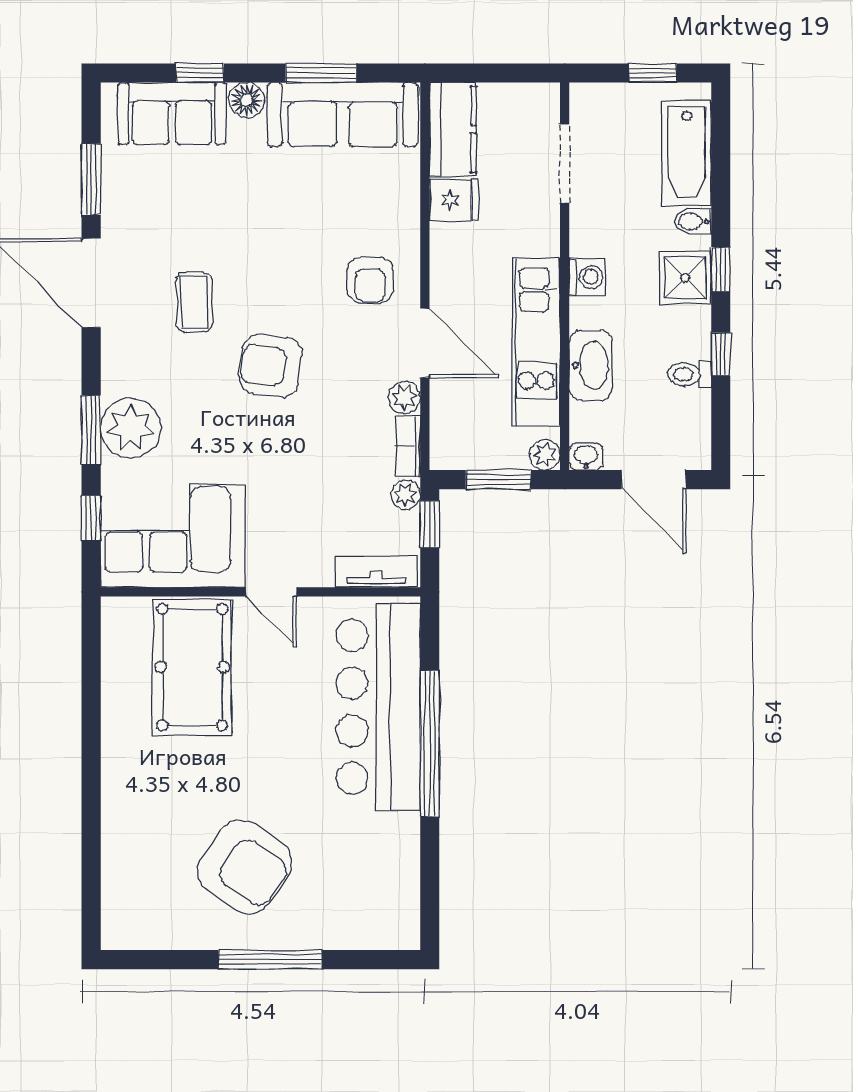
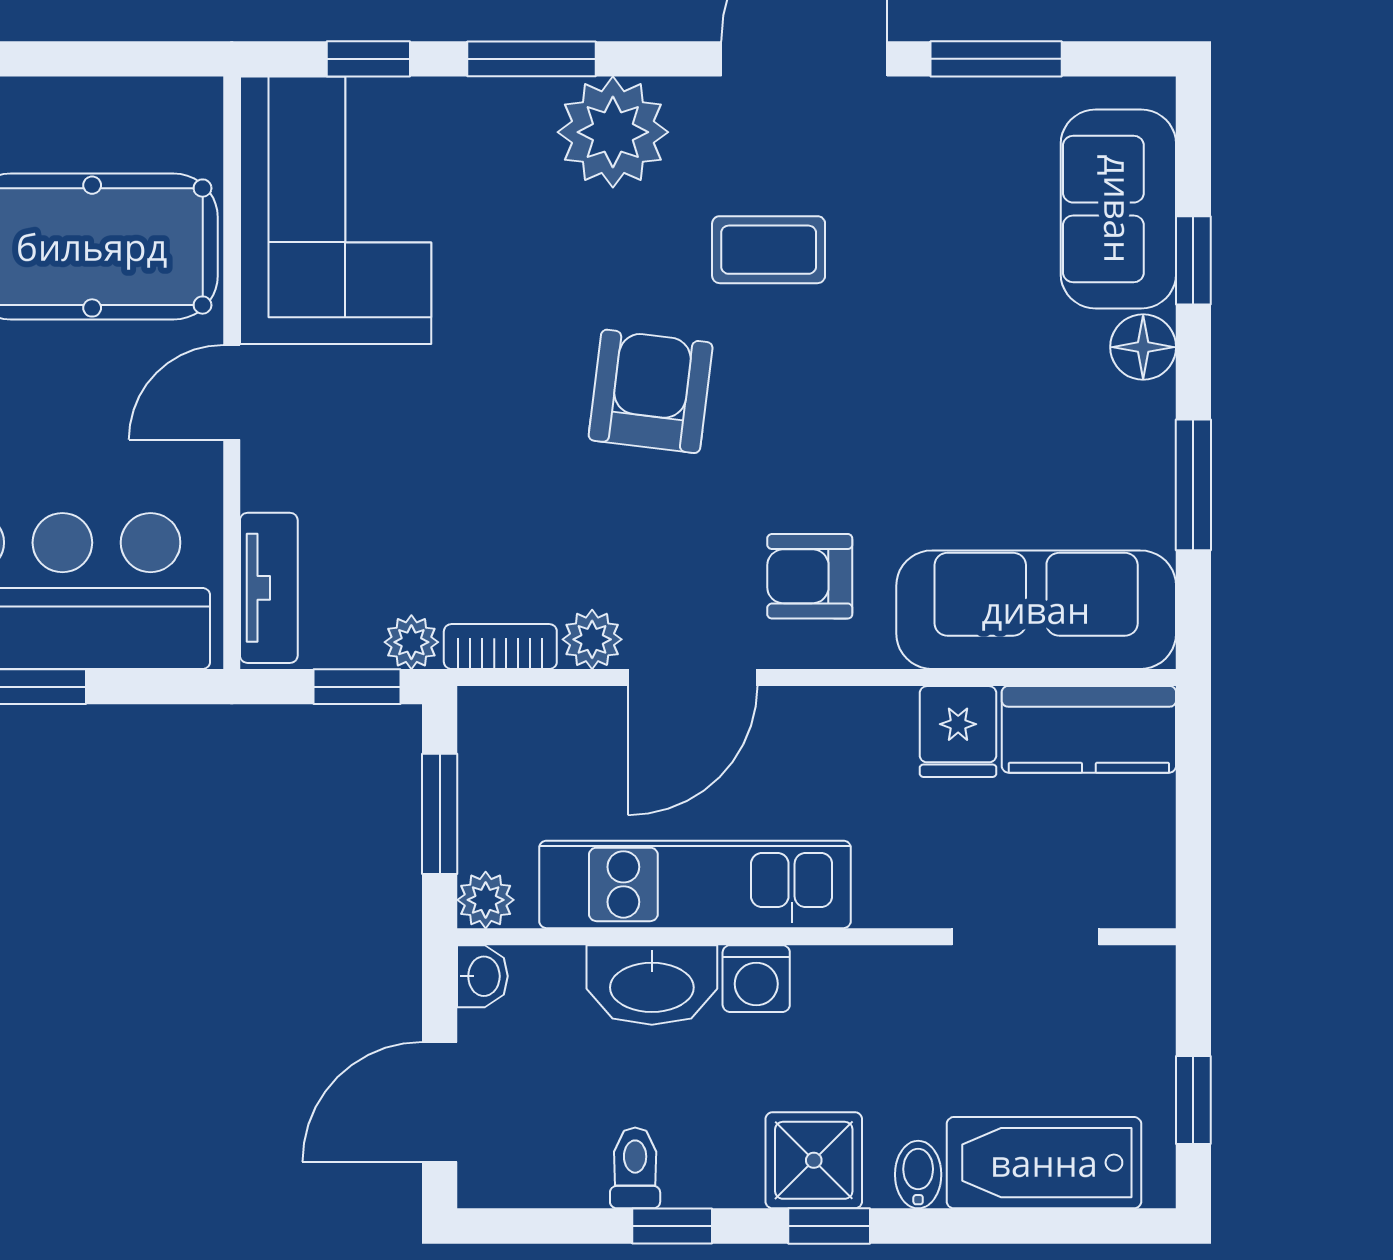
sofa: (343, 114) -> (1036, 610), moved, turned 90
washing machine: (587, 277) -> (756, 979), moved
plant: (131, 428) -> (613, 132), moved

